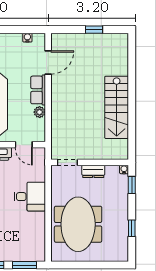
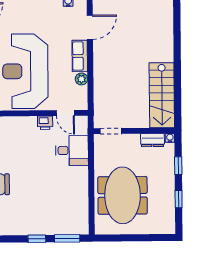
stairs: (117, 107) -> (162, 95), moved
dresser: (93, 171) -> (152, 140), moved
window: (132, 185) -> (178, 166), moved
desk: (30, 197) -> (72, 150), moved

